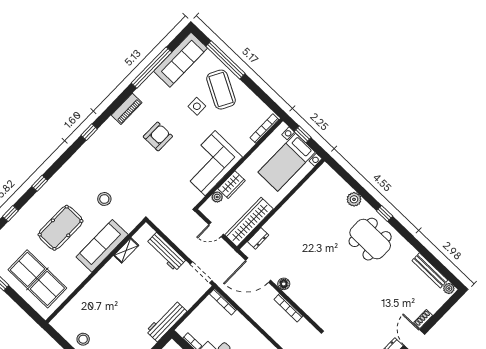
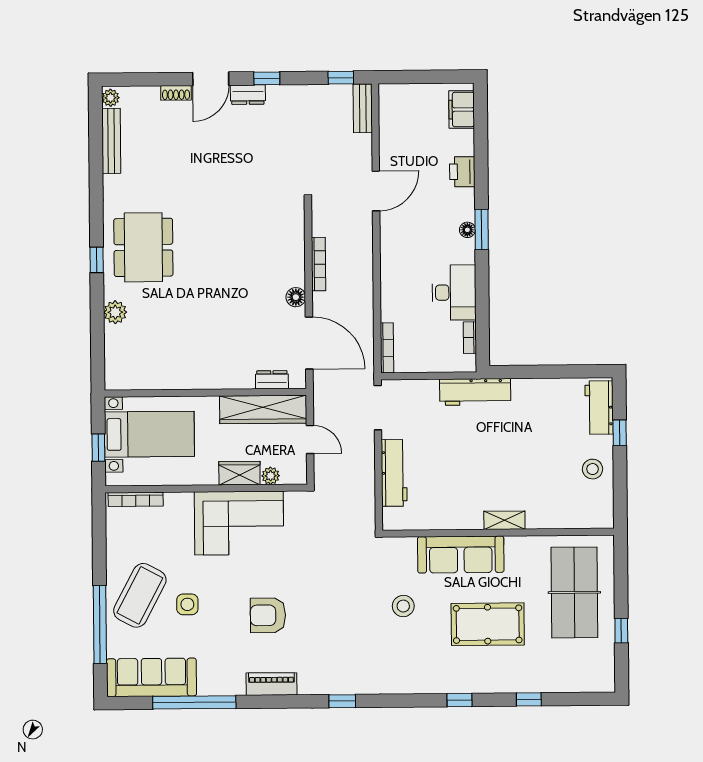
shelving: (126, 250) -> (504, 520), moved

